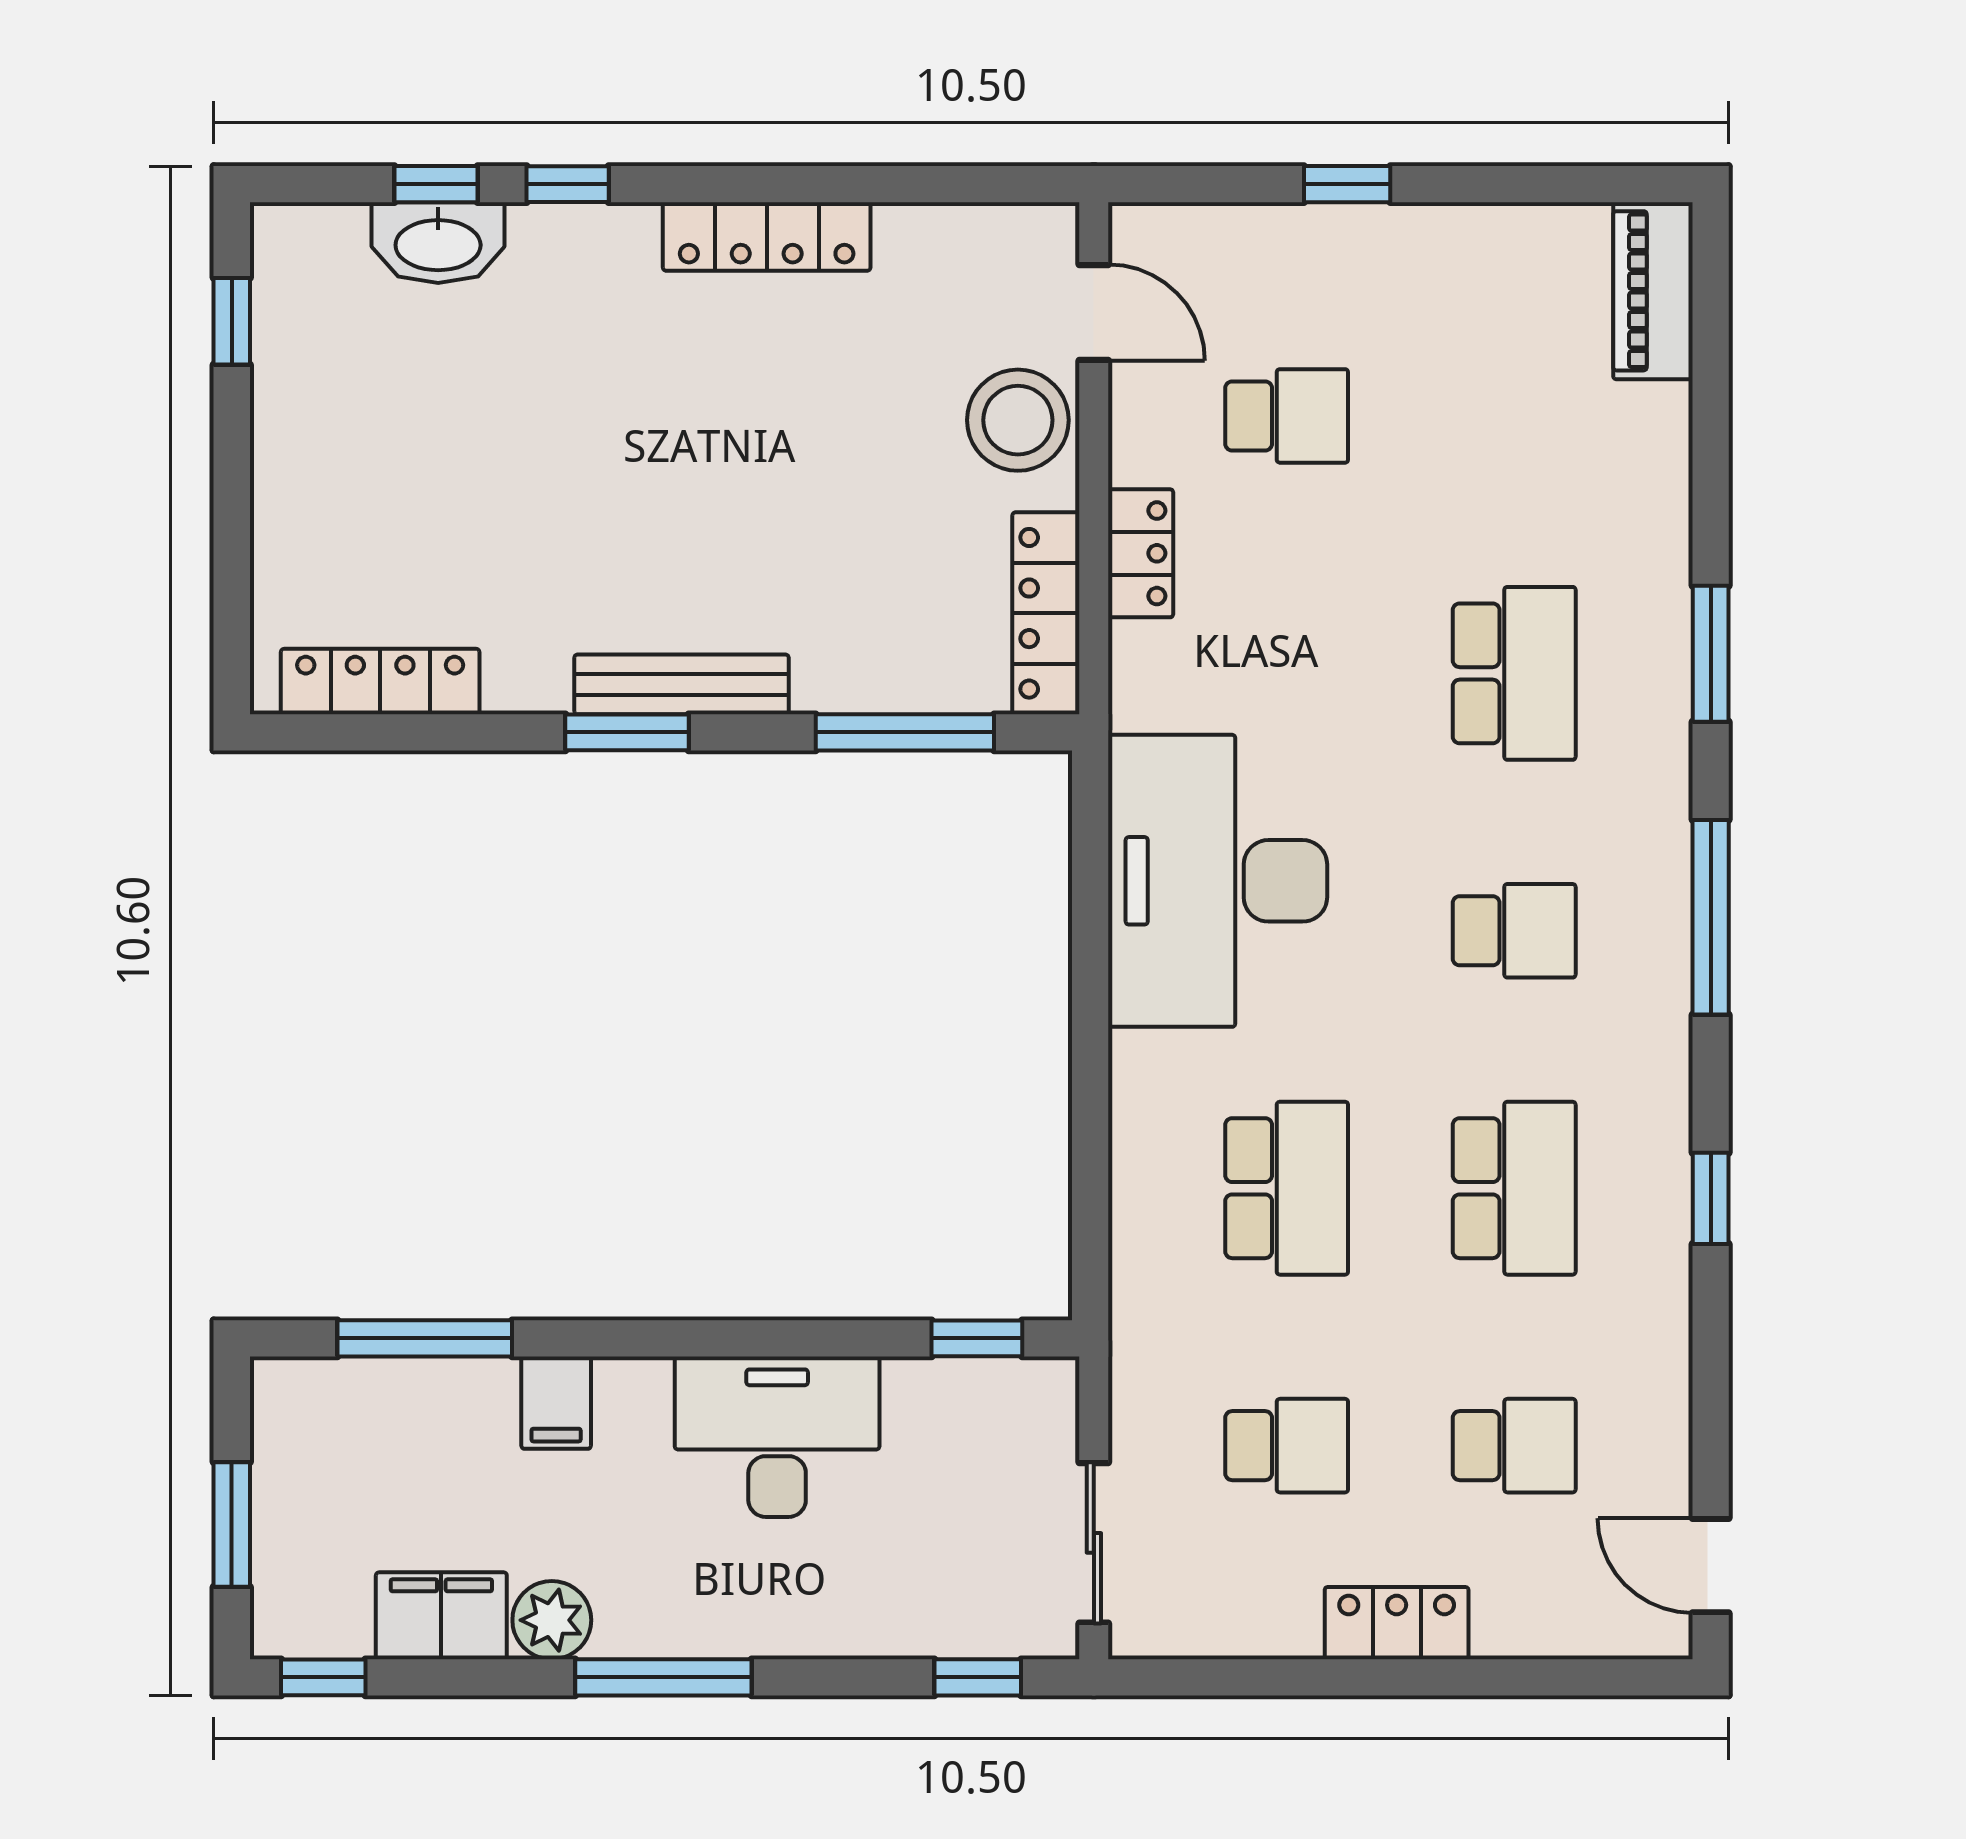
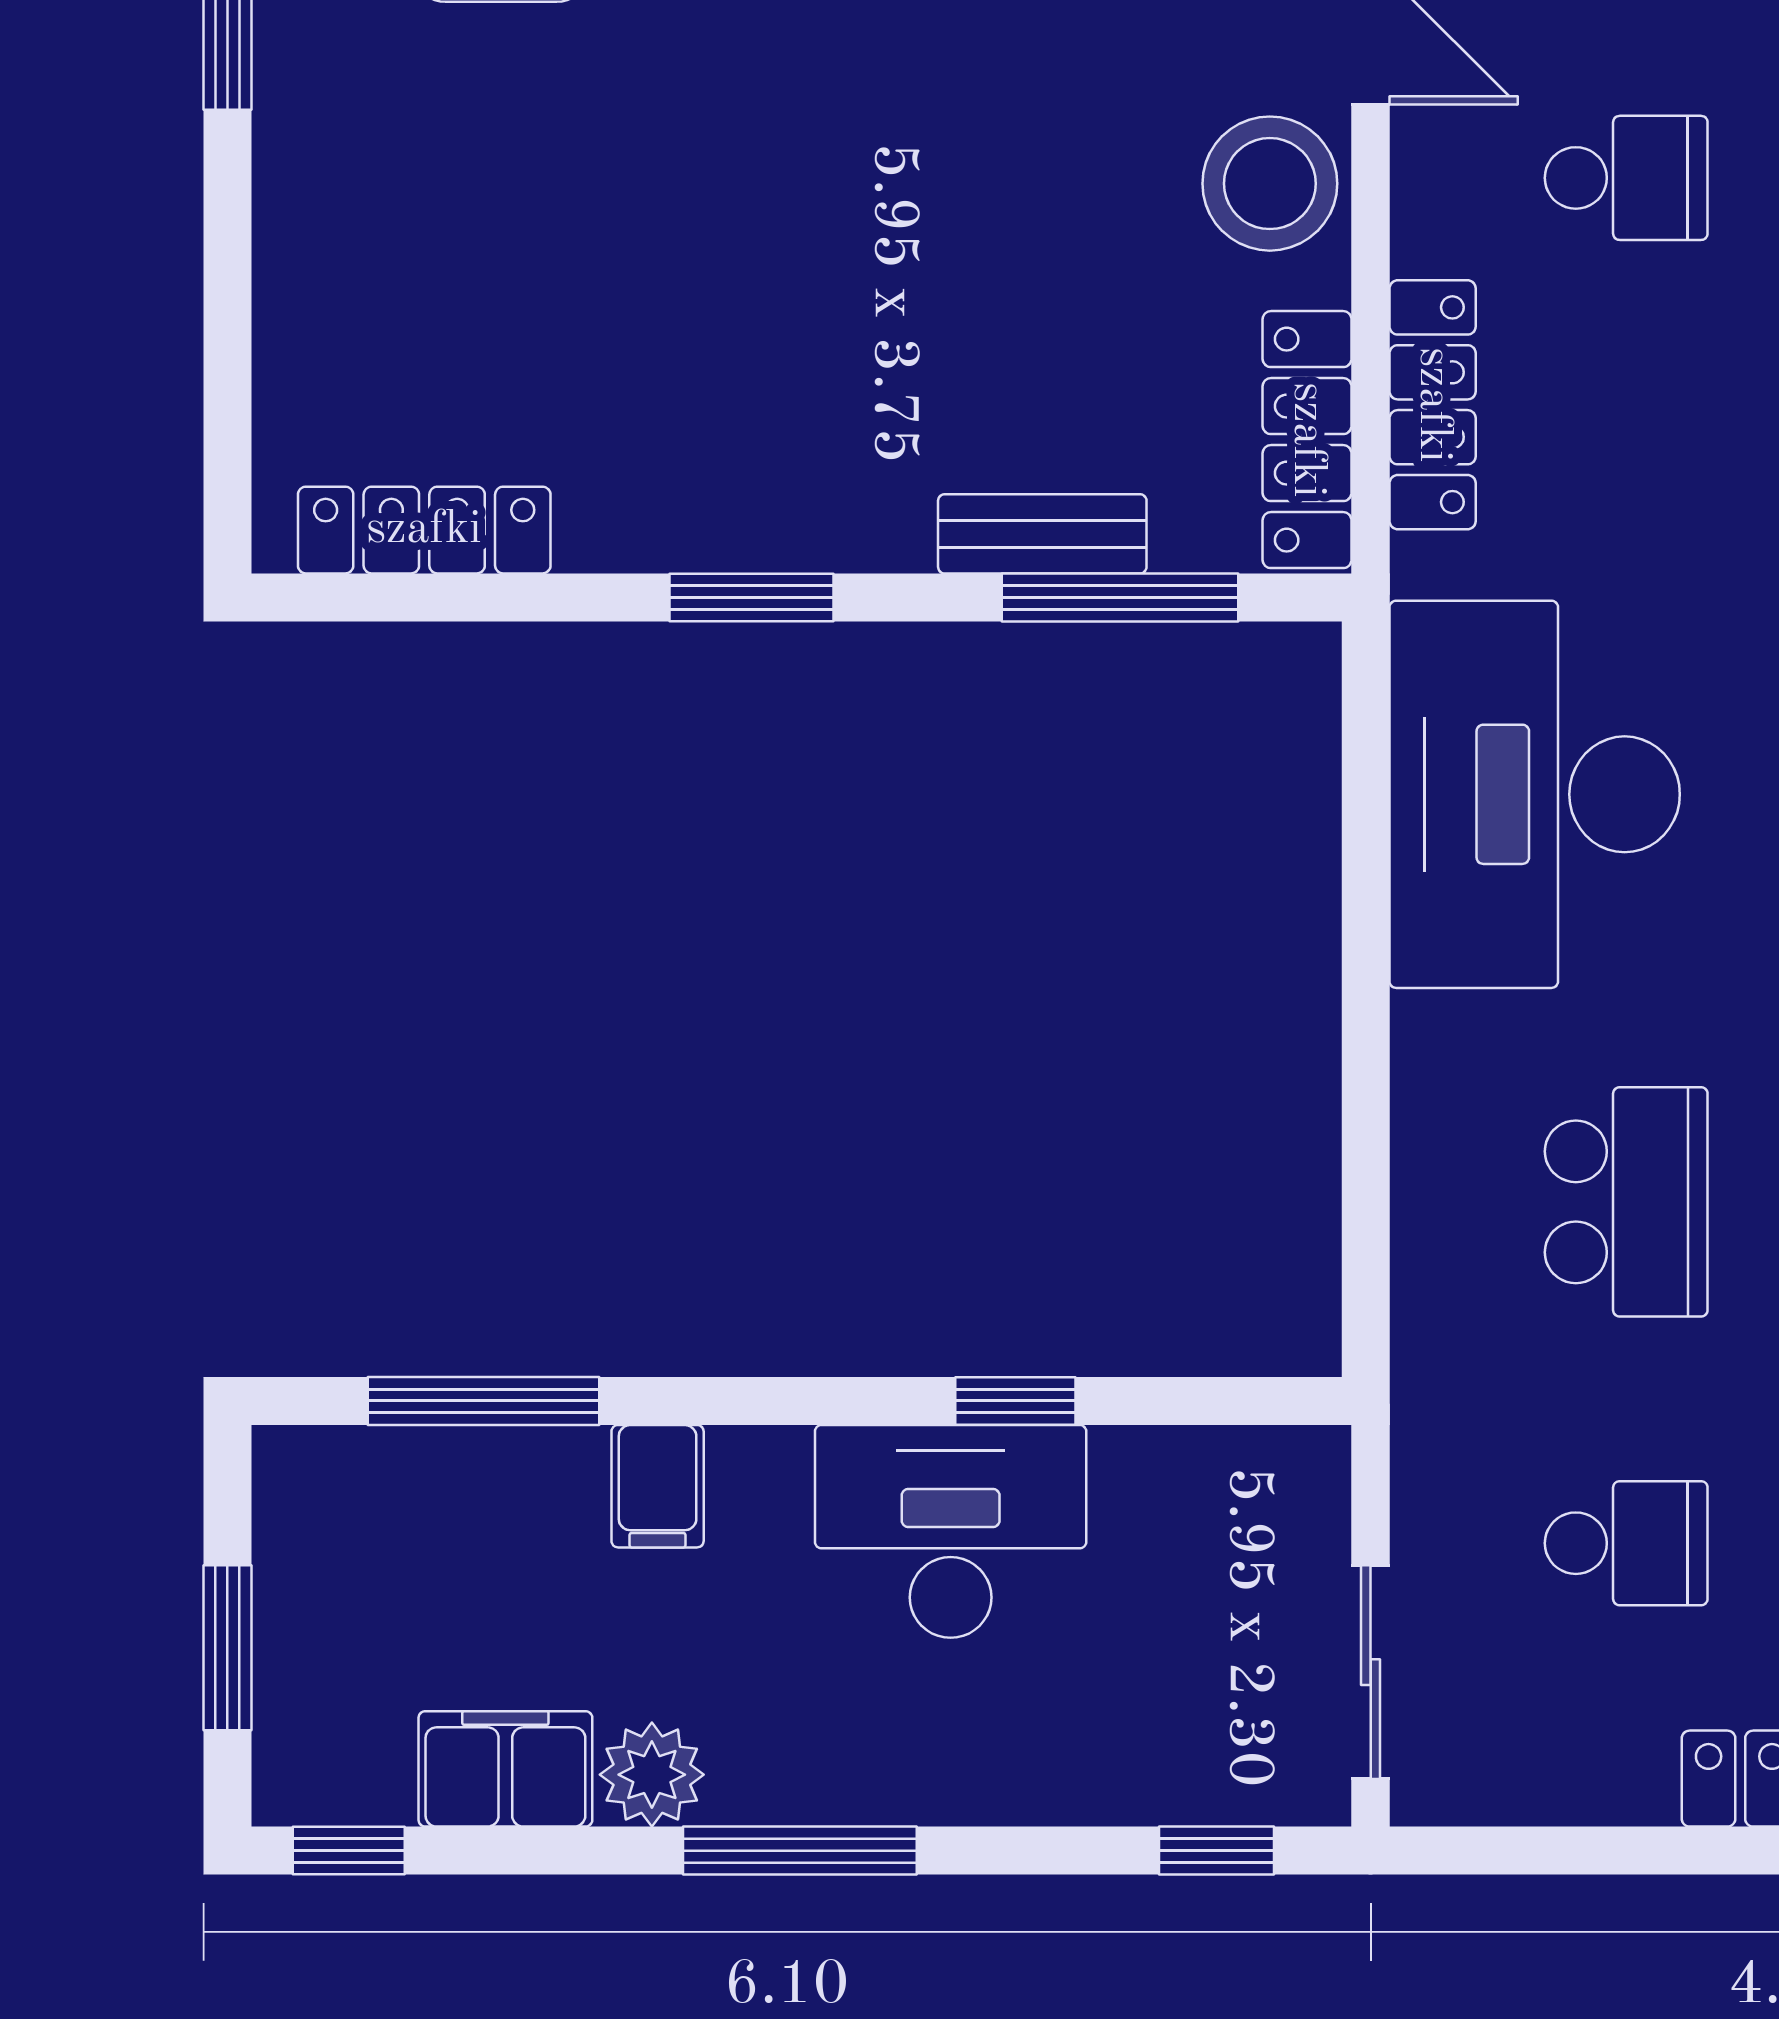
locker: (1141, 553) -> (1433, 405), width x1.53
bench: (682, 684) -> (1042, 534), moved, width x0.73
window: (977, 1338) -> (1015, 1401), moved

